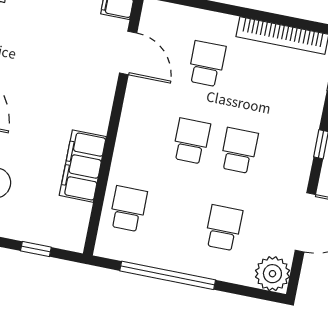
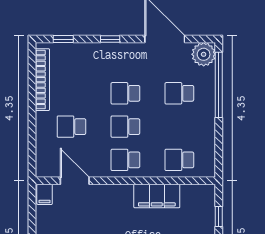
door: (128, 53) -> (75, 181), hinge flipped
school desk: (144, 131) -> (125, 160), added
window: (168, 275) -> (219, 85), moved

